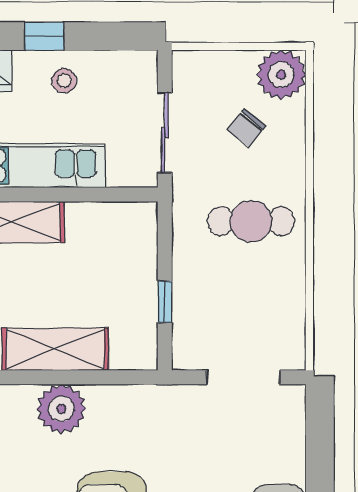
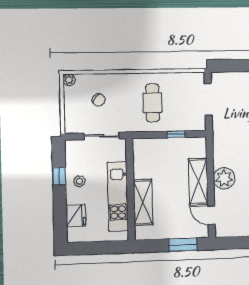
window: (44, 36) -> (59, 176), moved
plant: (281, 75) -> (69, 80), width x0.53, depth x0.53
cafe table: (251, 221) -> (153, 103), moved

